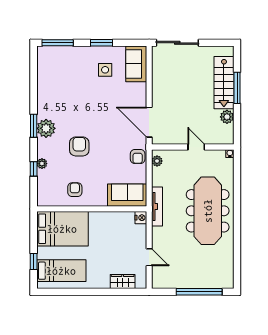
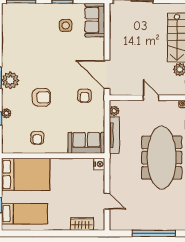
armchair: (79, 146) -> (41, 97), turned 90
armchair: (138, 157) -> (85, 96), moved
armchair: (75, 190) -> (37, 138), turned 180
tv unit: (157, 206) -> (114, 135), moved

